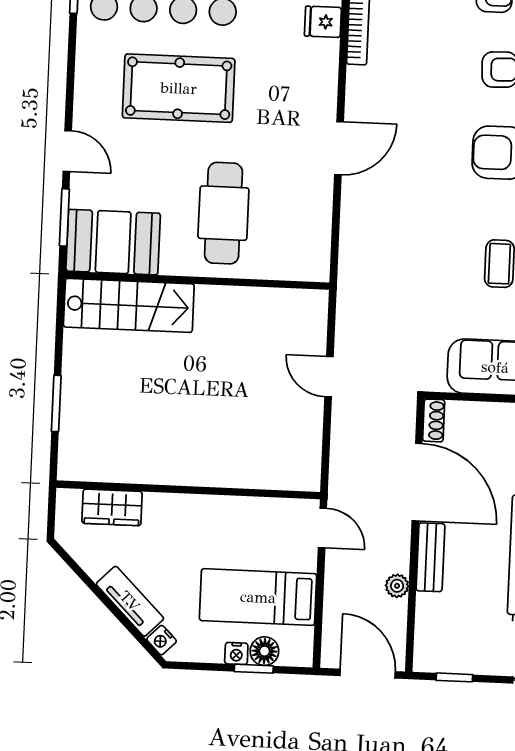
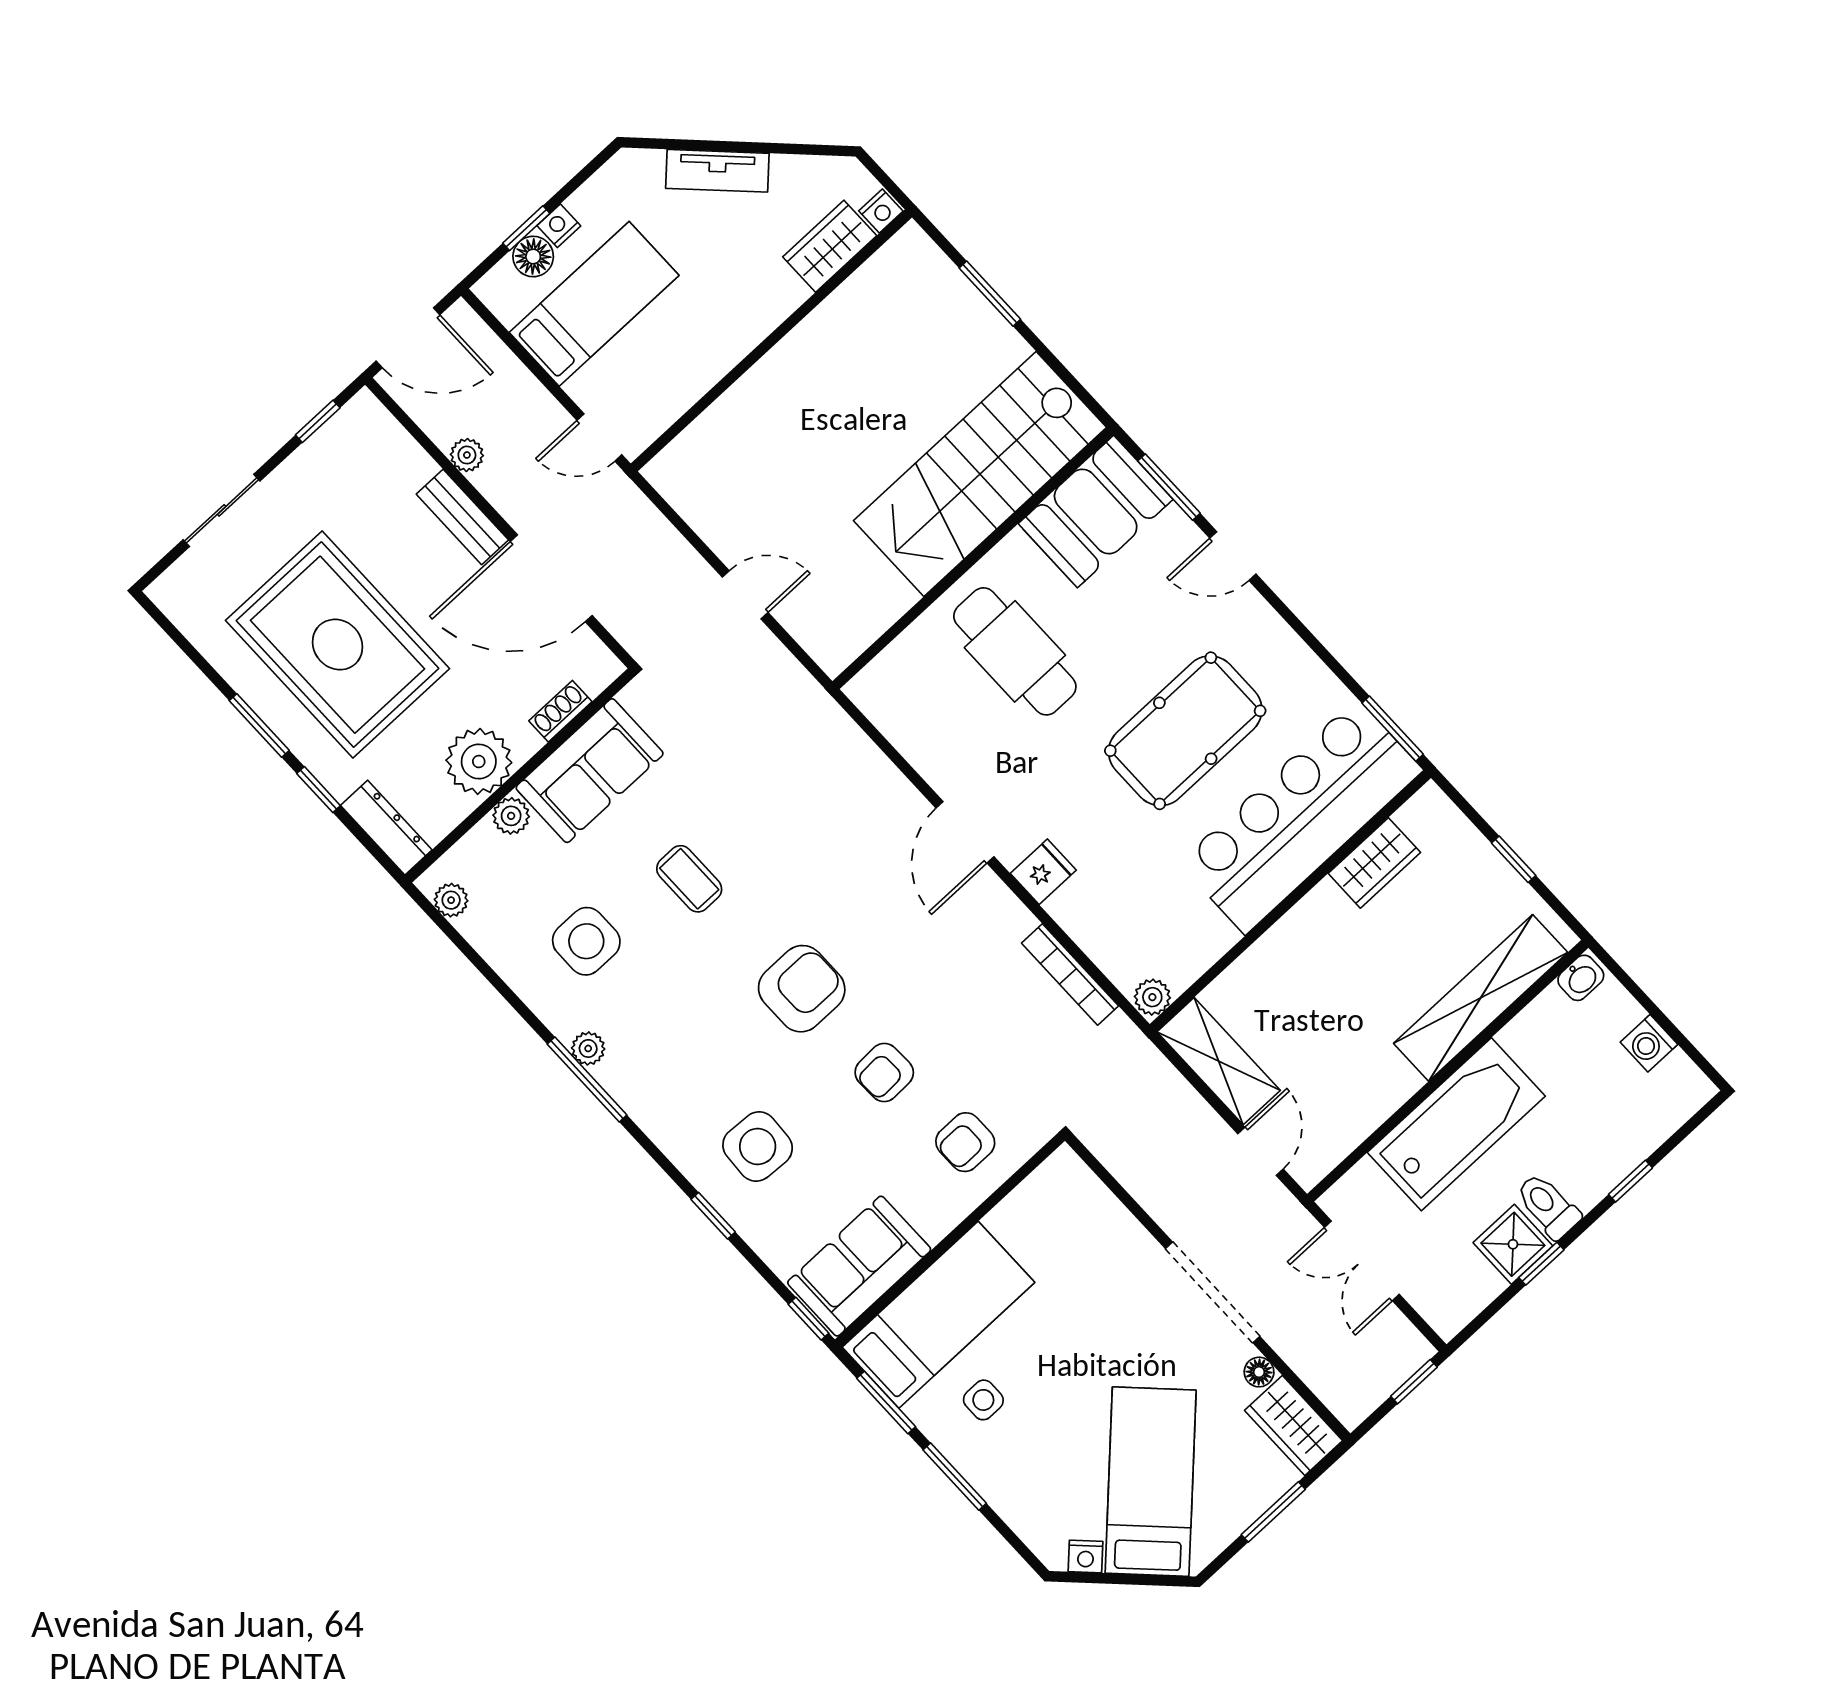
fridge: (323, 22) -> (1043, 872), moved
stairs: (129, 305) -> (980, 474), width x1.36, depth x1.51
shoe rack: (434, 420) -> (560, 711), moved, turned 90
nightstand: (162, 640) -> (881, 211), moved, turned 135

